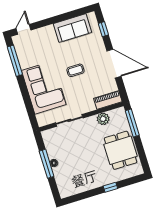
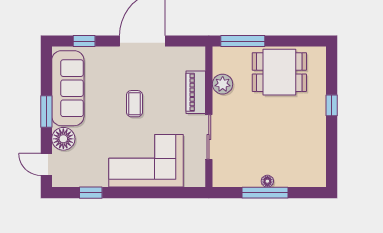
window: (55, 20) -> (46, 112), added
sofa: (73, 28) -> (68, 88), width x1.36
floor lamp: (42, 35) -> (63, 139), added
window: (15, 61) -> (91, 193), width x0.46
piano: (108, 100) -> (196, 92), moved

